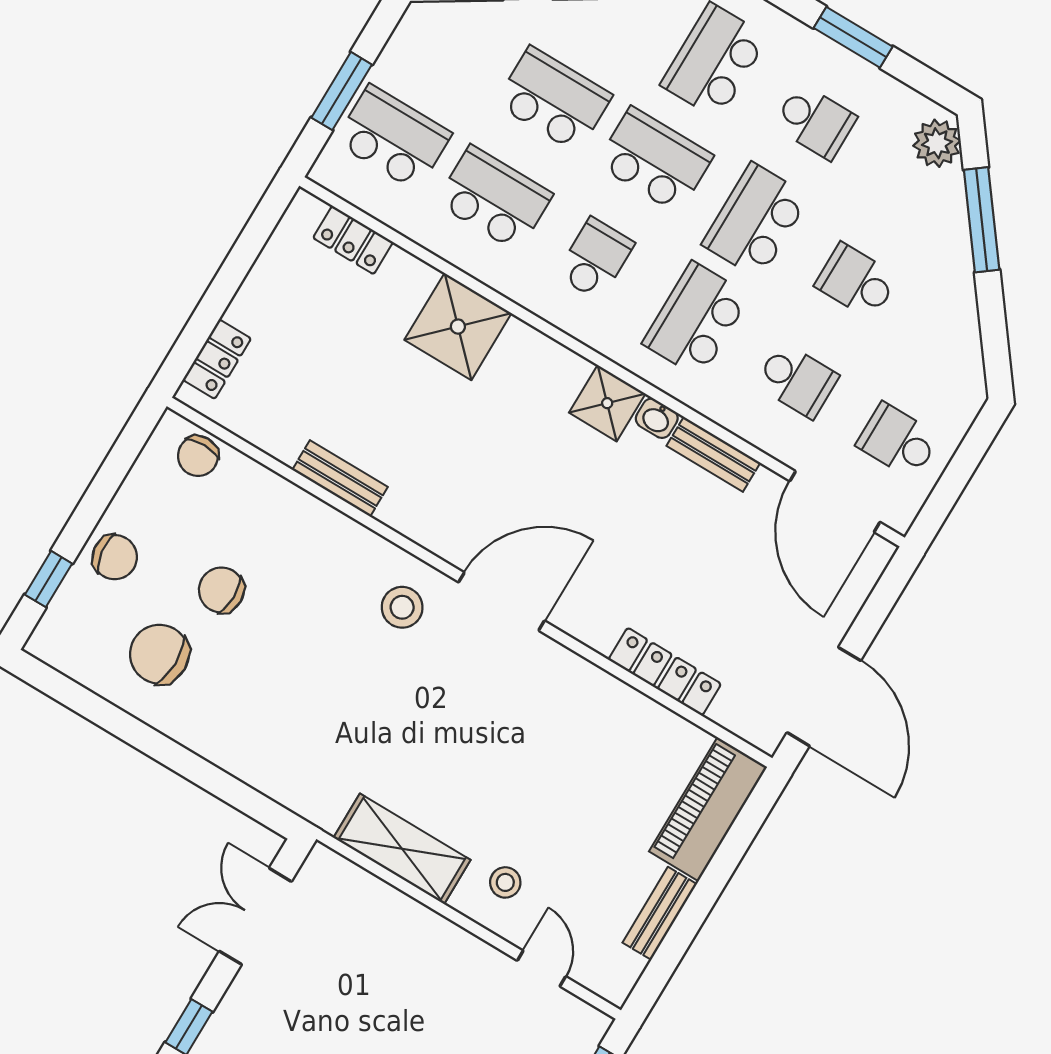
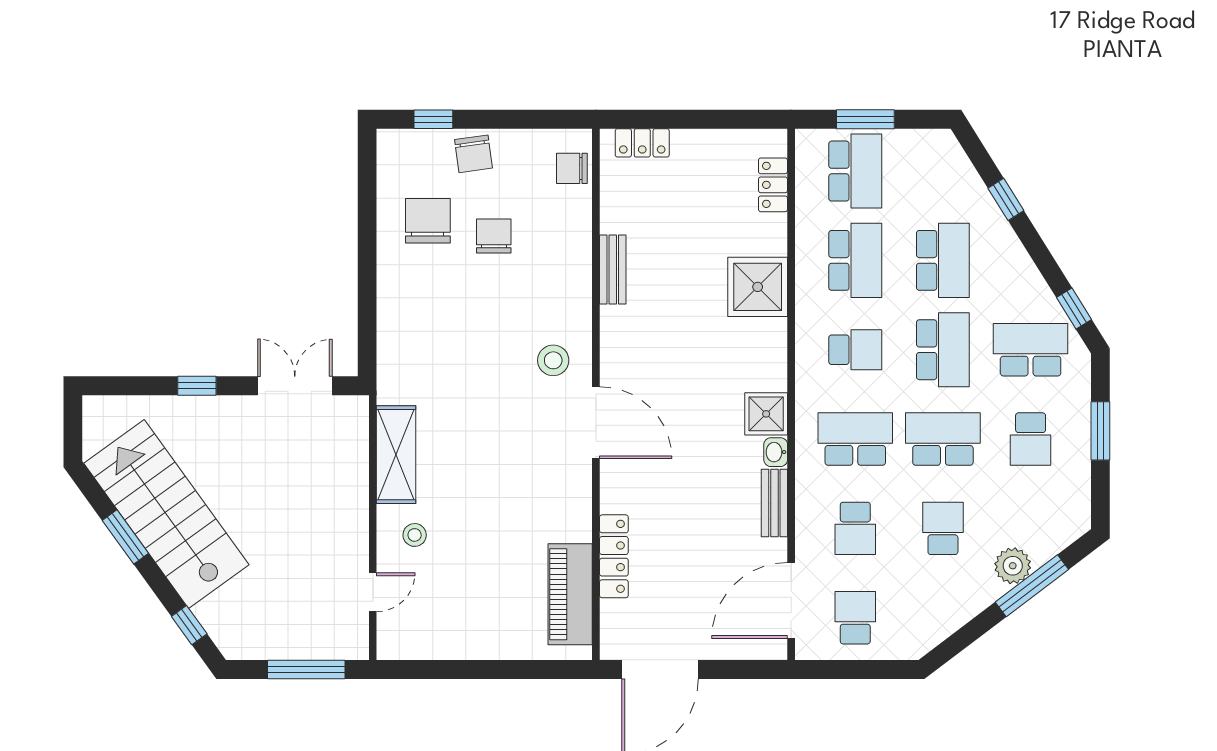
plant: (937, 143) -> (1013, 566), moved
piano: (708, 809) -> (570, 594), moved, turned -90
bench: (660, 913) -> (455, 647), removed

